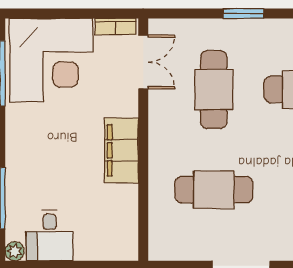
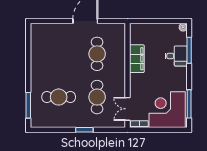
filing cabinet: (122, 150) -> (137, 59), moved
cafe table: (214, 190) -> (97, 54), turned 90
desk: (50, 235) -> (176, 56), moved, turned 90

